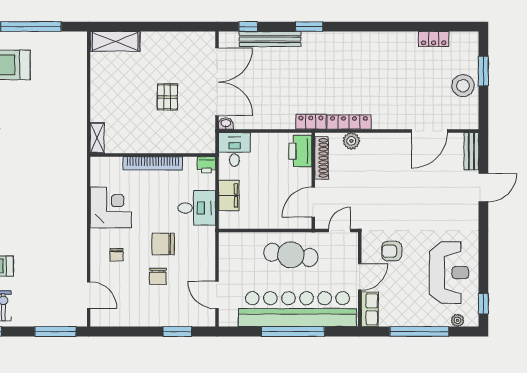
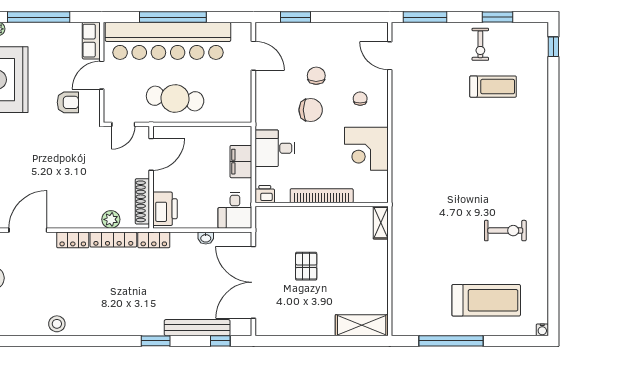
locker: (434, 39) -> (73, 240), moved, turned 180
stool: (402, 43) -> (57, 324), added
washbasin: (226, 123) -> (206, 238), moved

